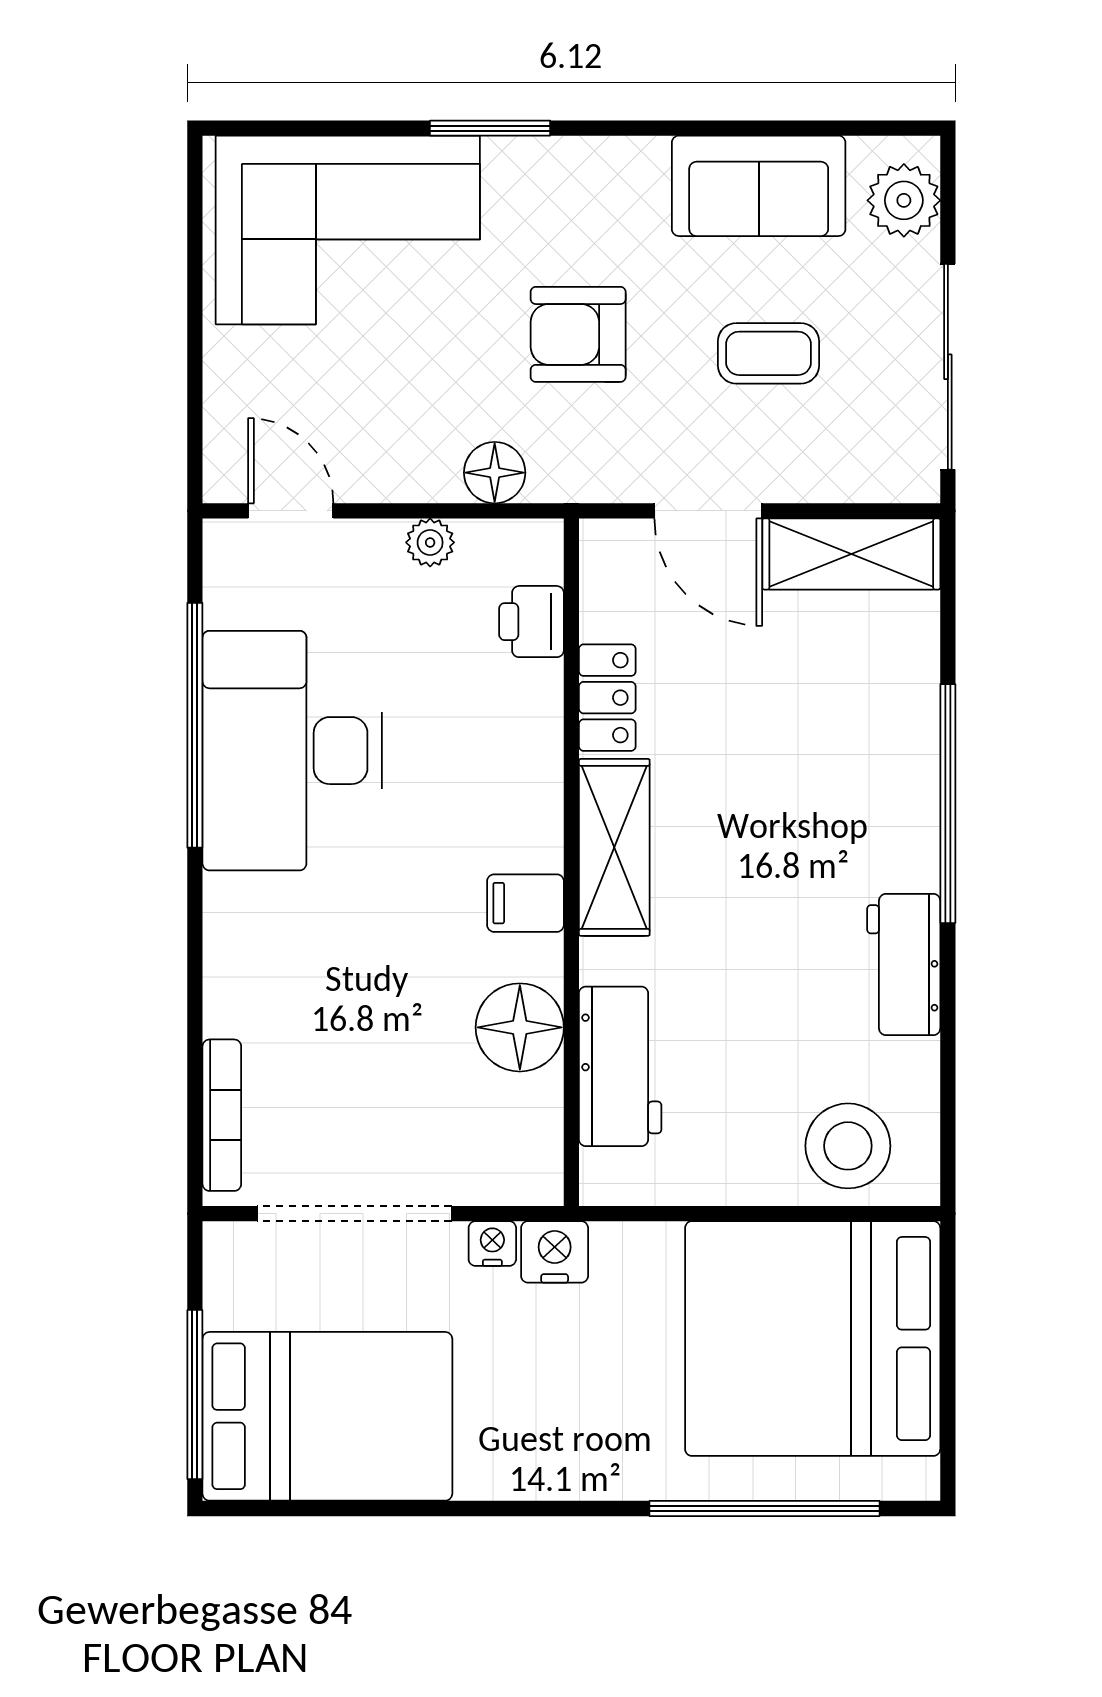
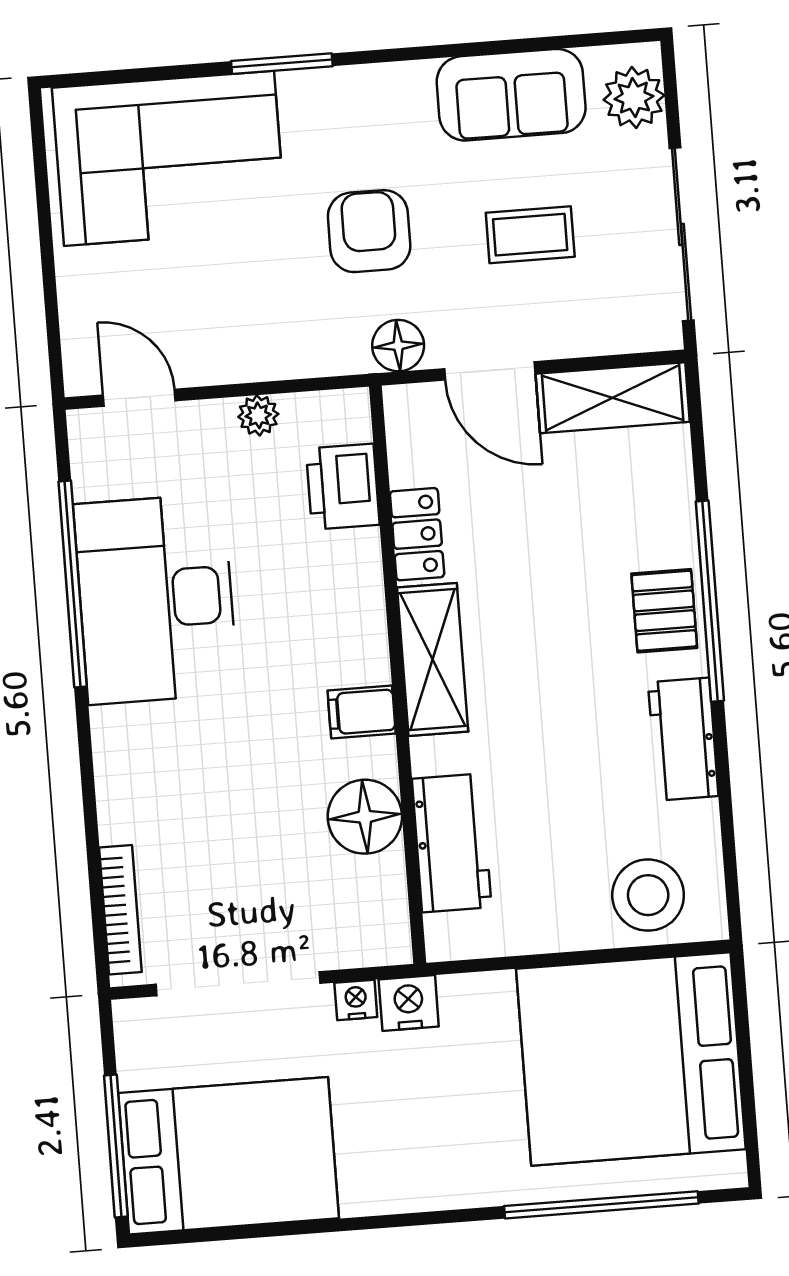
armchair: (578, 334) -> (369, 231), turned 90
floor lamp: (495, 473) -> (398, 346), moved
printer: (531, 622) -> (343, 487), width x1.36, depth x1.24
pallet: (893, 811) -> (664, 611), added

